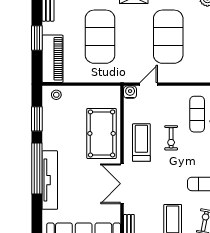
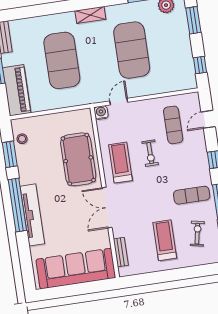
stool: (56, 95) -> (22, 139), moved

